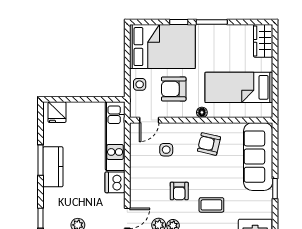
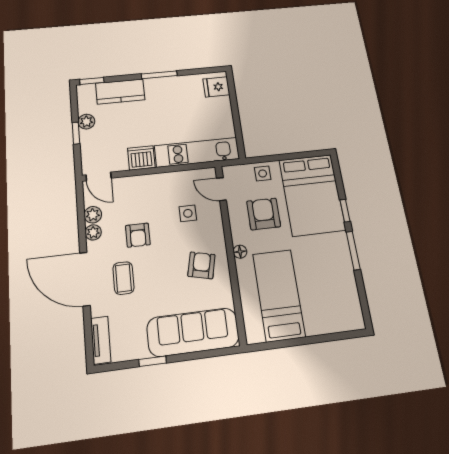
wardrobe: (263, 41) -> (343, 319), removed
kitchen counter: (53, 167) -> (120, 92), moved
armchair: (179, 191) -> (138, 235), turned -90

